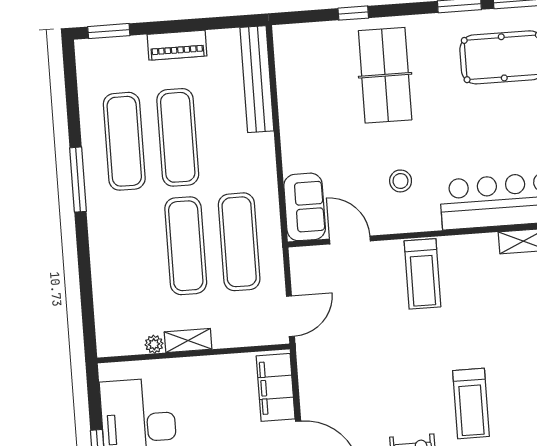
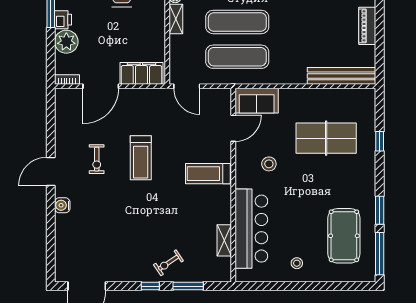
table tennis table: (385, 75) -> (326, 138), moved
exercise mat: (178, 137) -> (308, 22), removed
treadmill: (471, 404) -> (141, 158), moved, turned -90

